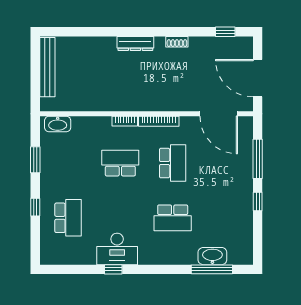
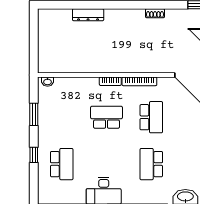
dresser: (135, 43) -> (88, 15), moved
bench: (47, 67) -> (44, 35), removed
washbasin: (58, 124) -> (48, 82), width x0.52, depth x0.69
school desk: (173, 218) -> (151, 164), turned 90

